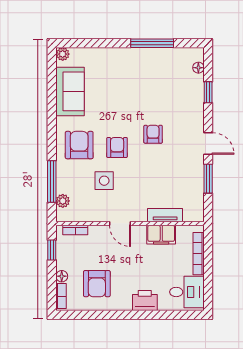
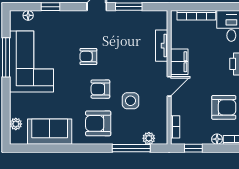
plant: (63, 54) -> (16, 124), moved
corner sofa: (148, 71) -> (32, 61), added
filing cabinet: (161, 235) -> (179, 62), moved

